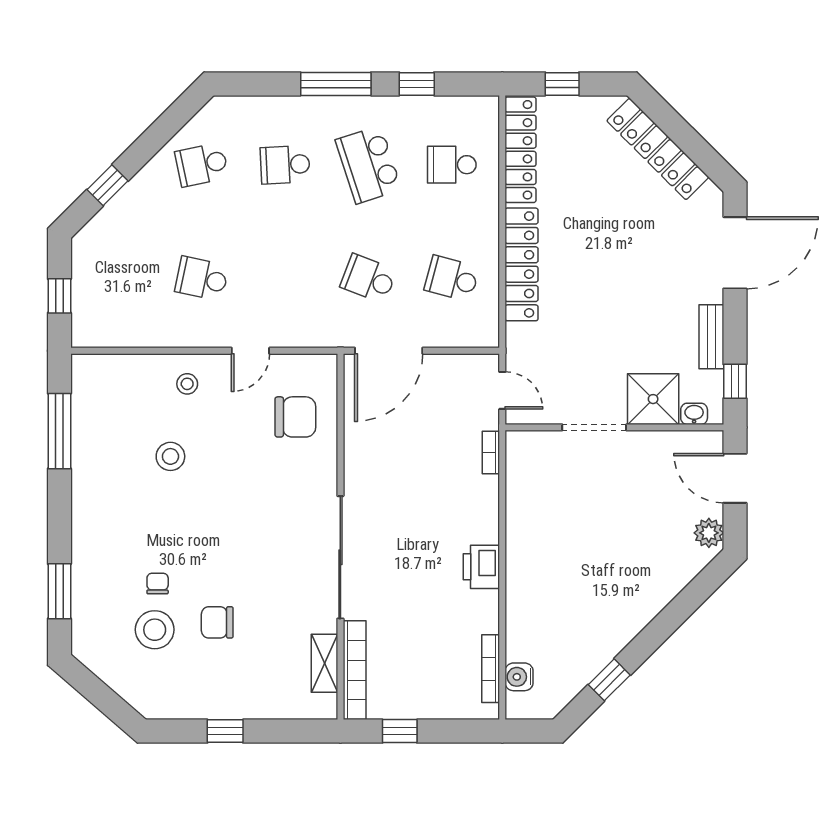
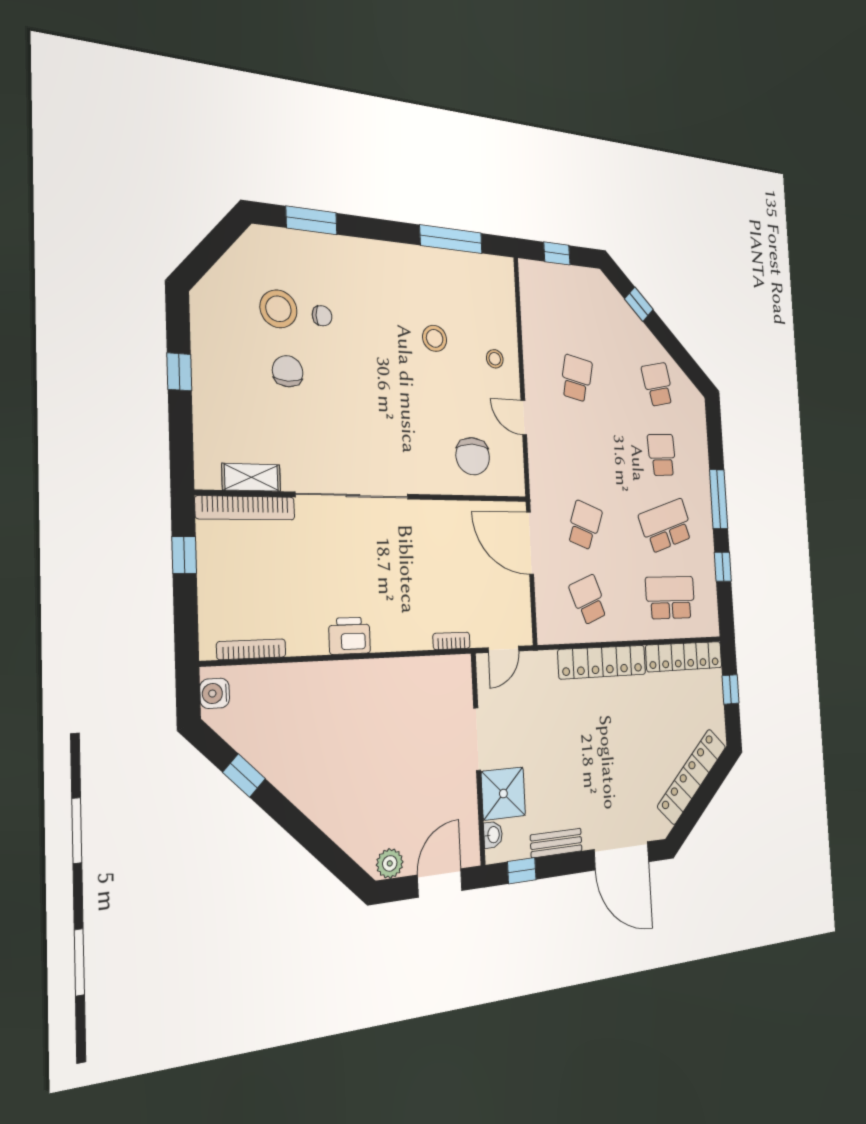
school desk: (452, 165) -> (670, 598), width x1.85
school desk: (452, 279) -> (588, 600), turned -36
water cooler: (519, 677) -> (215, 693), moved, turned -90

